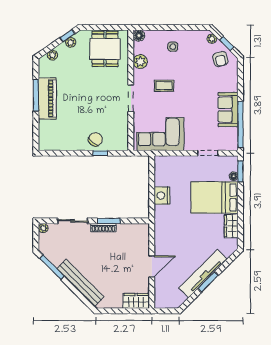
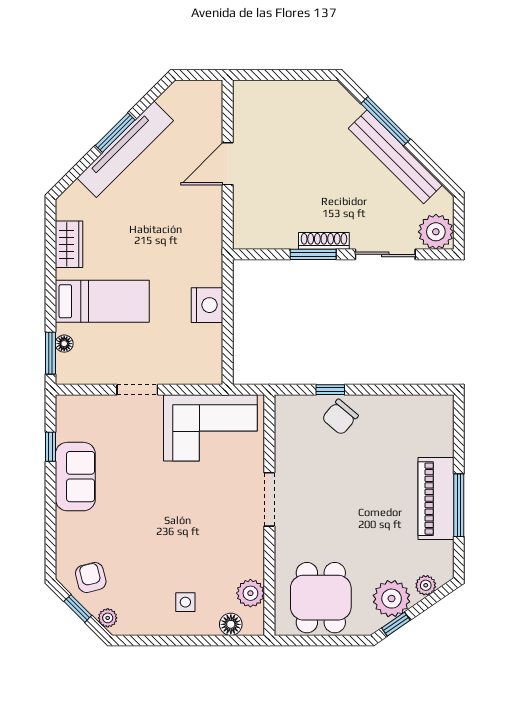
floor lamp: (139, 36) -> (231, 624), moved
plant: (71, 42) -> (392, 599), width x1.88, depth x1.88
plant: (140, 62) -> (250, 593), moved
coffee table: (164, 86) -> (203, 524), removed
window: (240, 125) -> (51, 447), width x0.32
doorway: (208, 153) -> (137, 390), moved
bed: (215, 197) -> (102, 301), width x0.67
plant: (43, 228) -> (436, 232), width x1.88, depth x1.88
window: (52, 267) -> (386, 121), moved
bench: (80, 283) -> (395, 157), moved
wardrobe: (136, 301) -> (259, 95), removed

